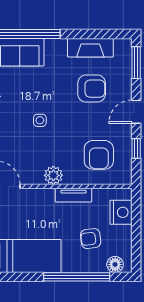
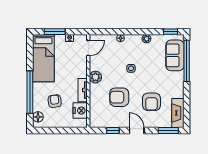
fireplace: (90, 48) -> (178, 113), moved
armchair: (99, 155) -> (119, 97), moved
nightstand: (121, 212) -> (80, 111), moved, turned -90

